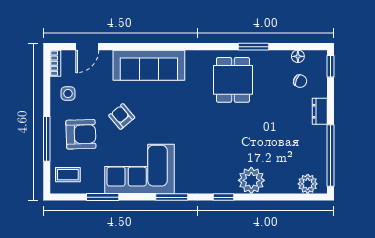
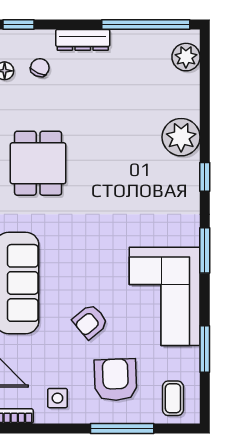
dining table: (233, 80) -> (38, 163), turned 90
dresser: (320, 111) -> (83, 40), width x1.44

